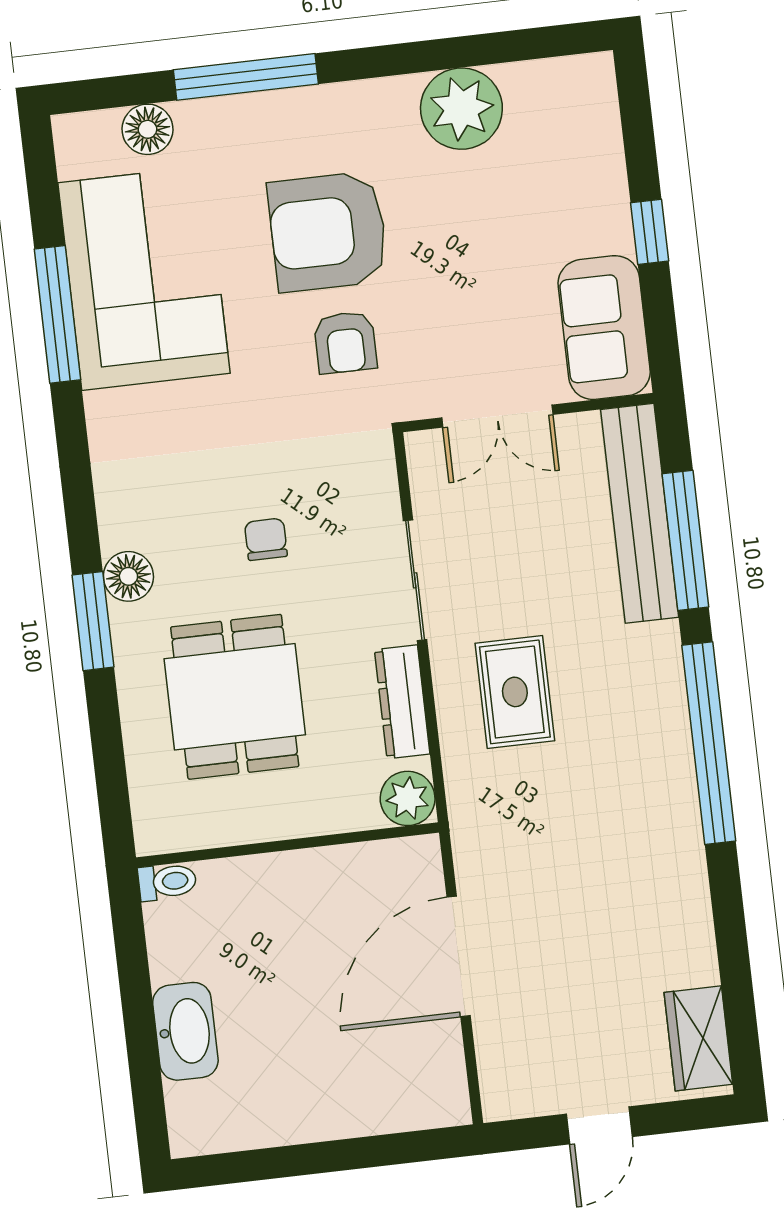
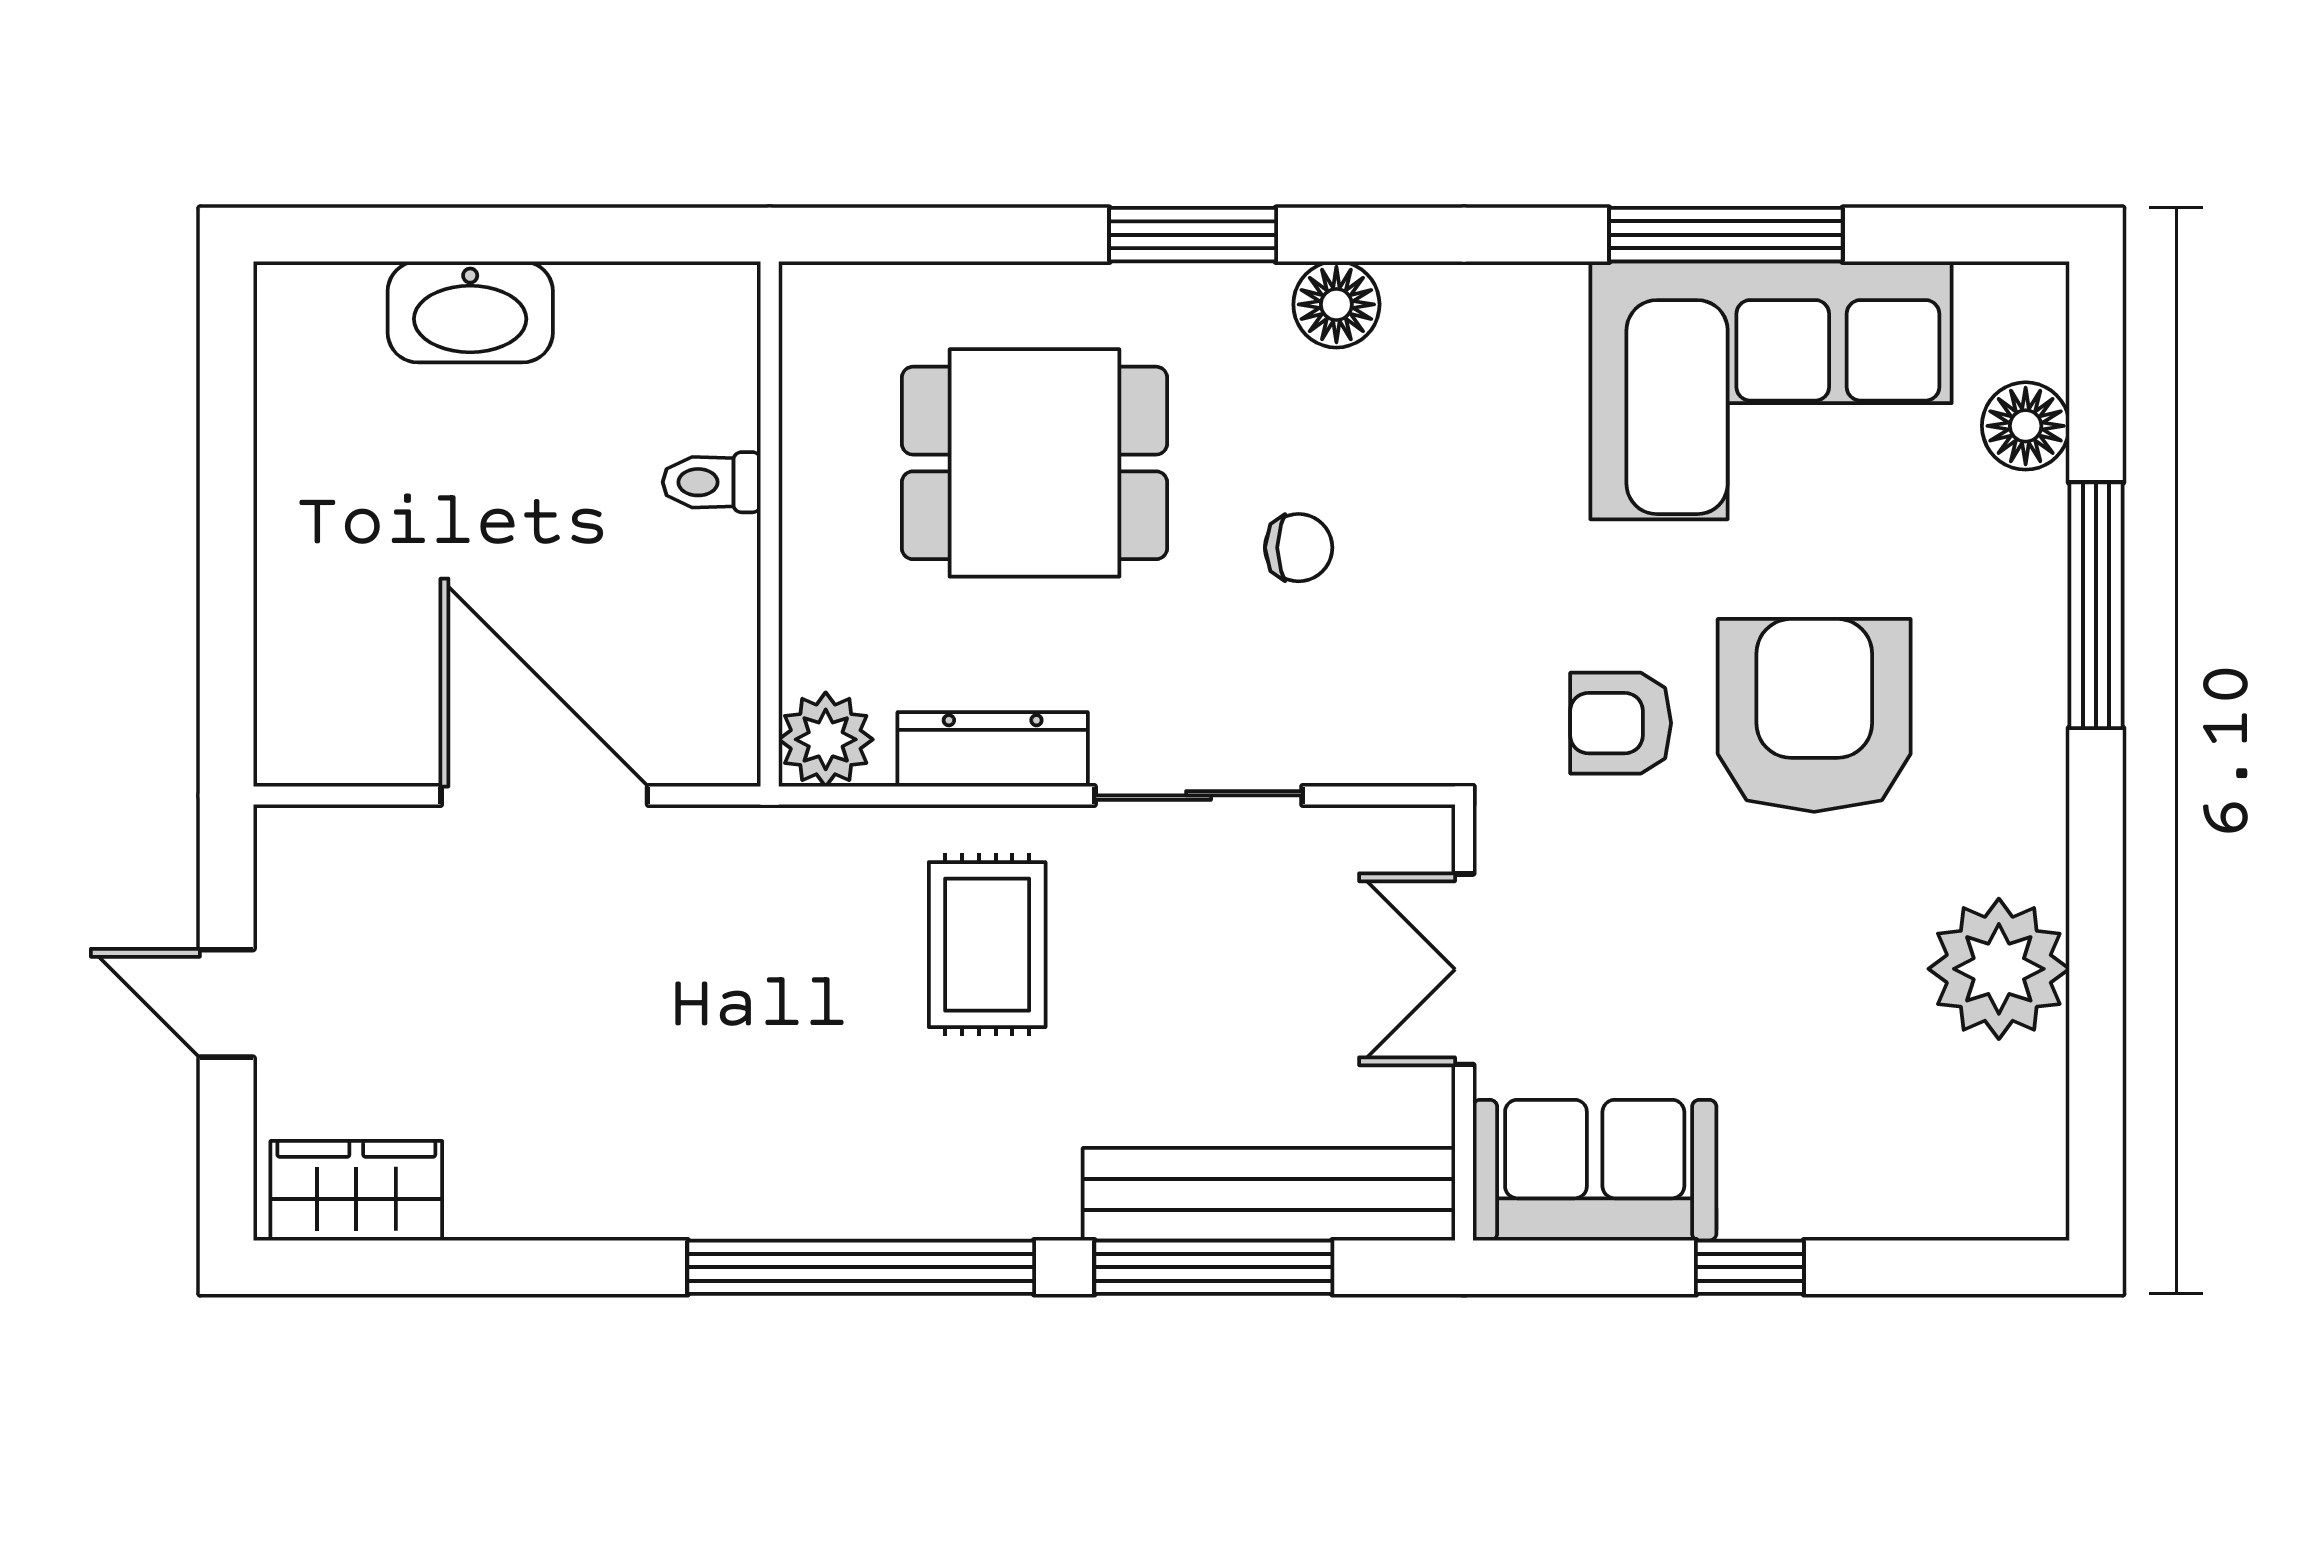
floor lamp: (128, 576) -> (1336, 304), moved
rug: (515, 692) -> (987, 945), turned 90
toilet: (167, 882) -> (712, 482), moved, turned 90

